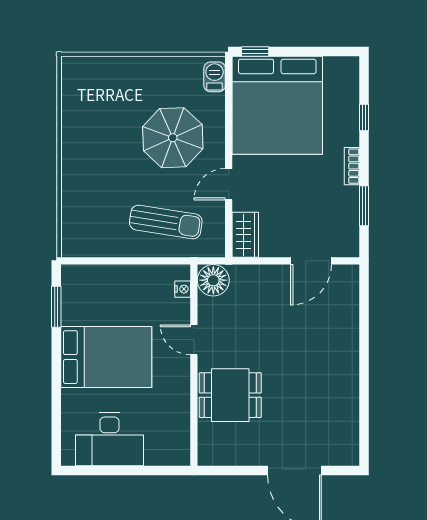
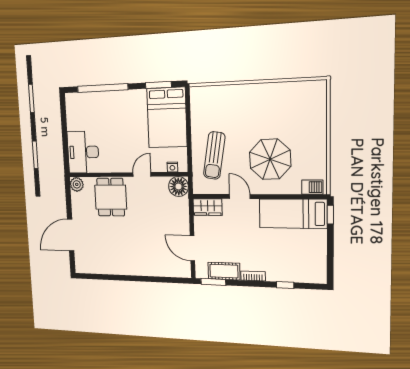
bed: (277, 105) -> (293, 214), width x0.49
window: (364, 206) -> (213, 282), moved
cot: (346, 211) -> (224, 271), added
bed: (106, 357) -> (167, 118), moved
window: (56, 399) -> (103, 88), added
desk: (109, 439) -> (83, 152), moved
plant: (209, 454) -> (77, 184), added

